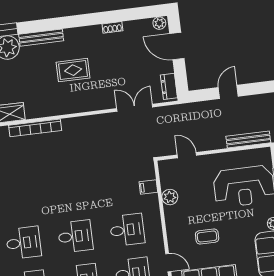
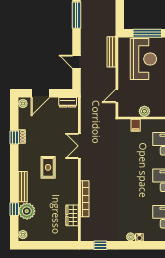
window: (109, 17) -> (14, 138), added
double door: (135, 108) -> (79, 146), moved

